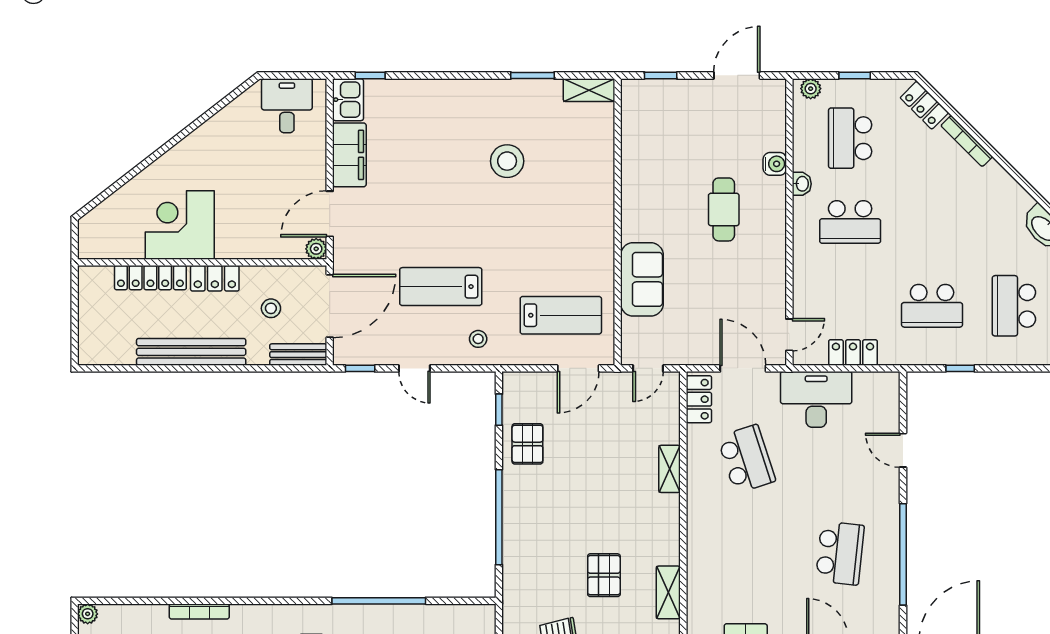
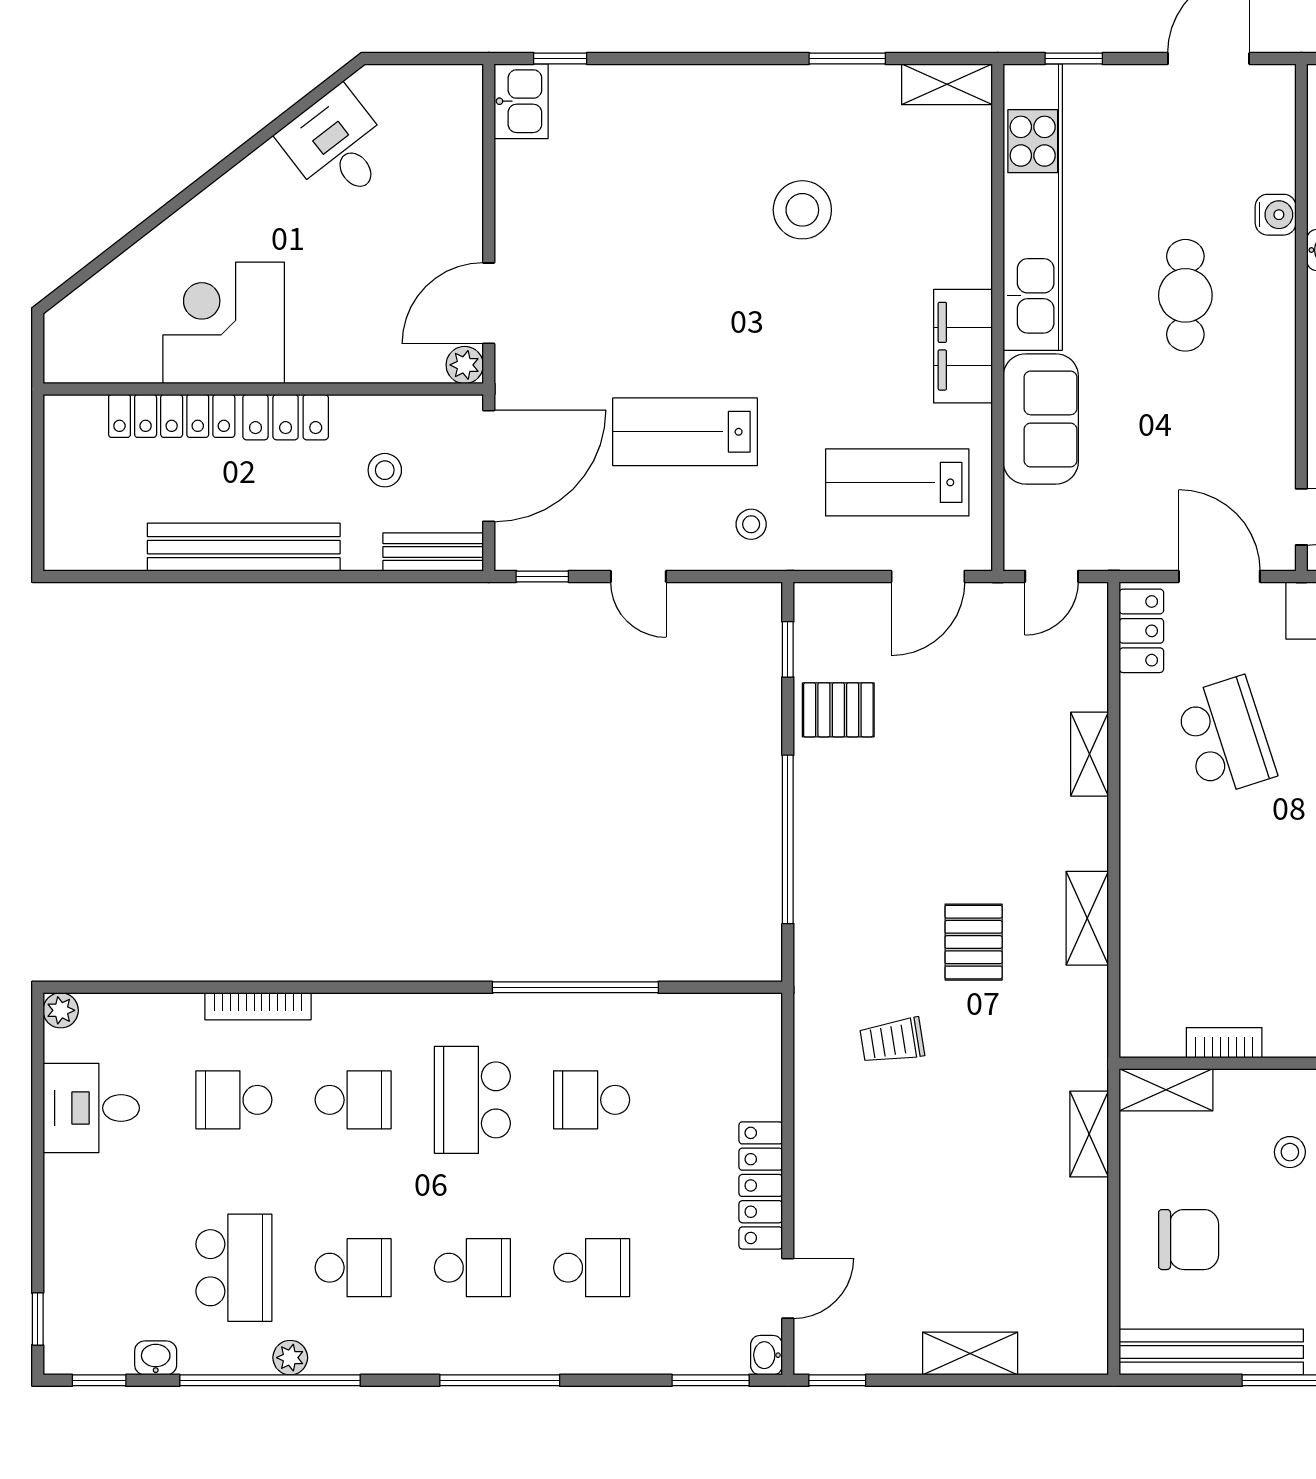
desk: (287, 106) -> (337, 146), moved, turned -38
filing cabinet: (349, 155) -> (963, 346), moved, turned 180
kitchen unit: (637, 160) -> (1033, 207), added
lab bench: (561, 315) -> (897, 482), turned 180
pallet: (527, 444) -> (838, 710), turned 90
shelving: (668, 592) -> (1087, 918), moved

